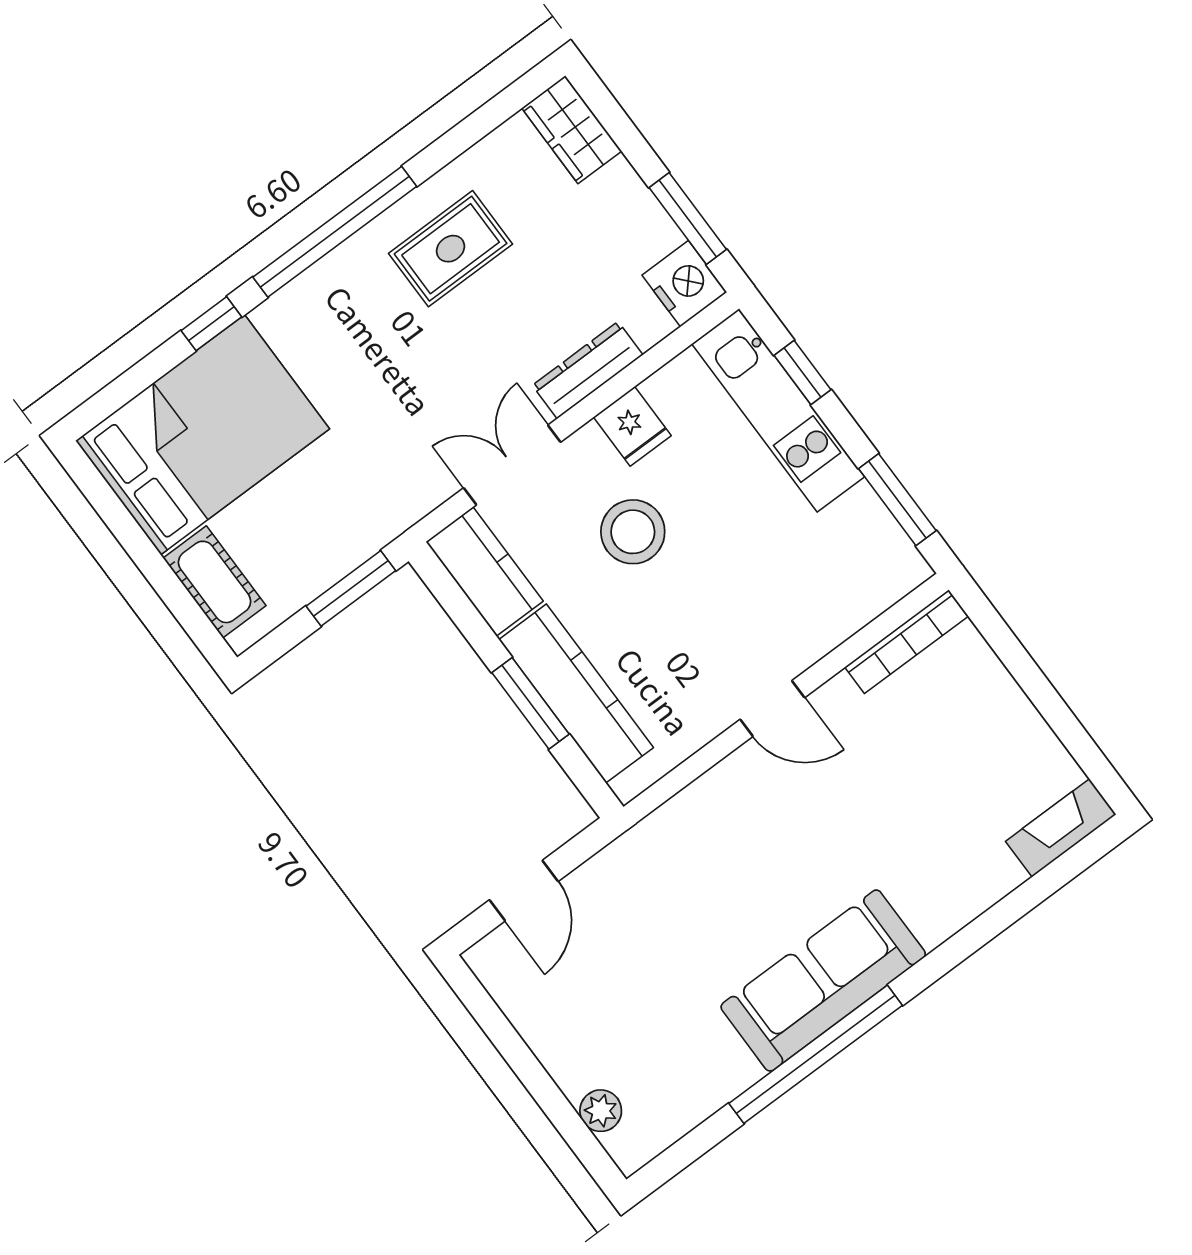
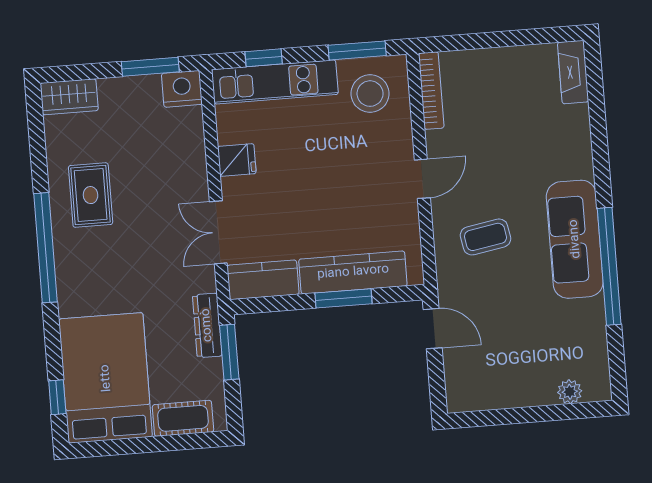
window: (211, 324) -> (57, 397), moved
dresser: (588, 370) -> (207, 325), moved
stool: (633, 532) -> (370, 94), moved
coffee table: (746, 851) -> (485, 237), added
door: (524, 891) -> (433, 329), moved

